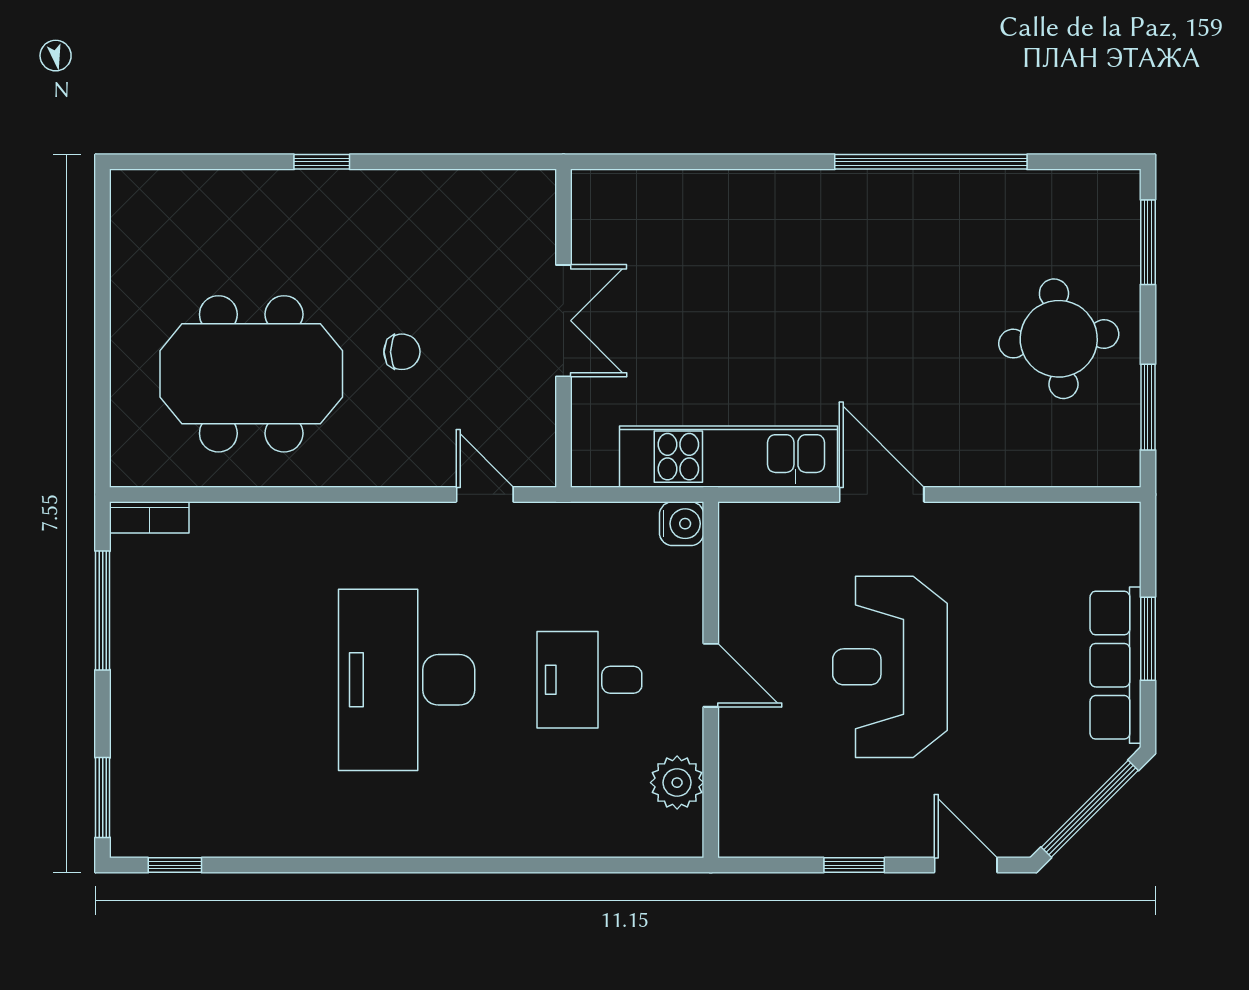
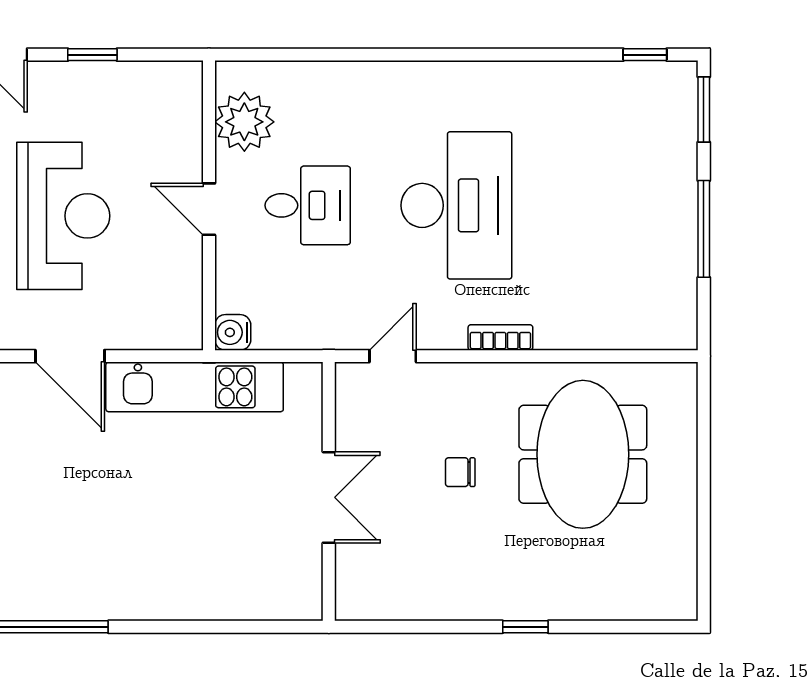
double door: (563, 321) -> (329, 497), swing flipped
meeting table: (251, 374) -> (583, 454), turned 90
door: (485, 494) -> (393, 356), swing flipped
bookcase: (149, 517) -> (500, 337), moved
window: (103, 610) -> (704, 229), moved
plant: (677, 783) -> (244, 122), width x1.36, depth x1.36

